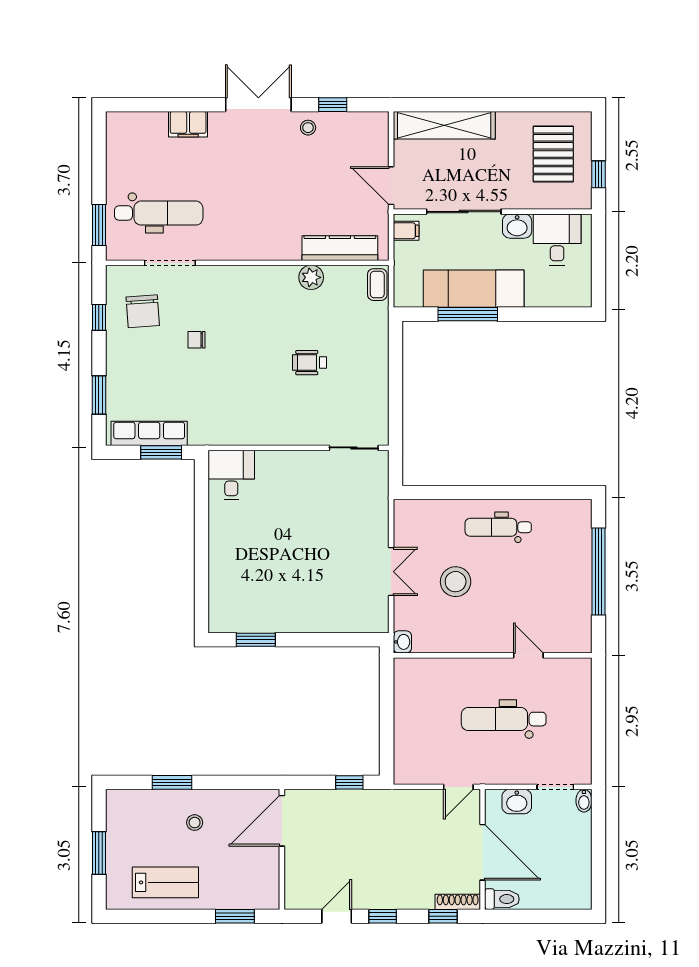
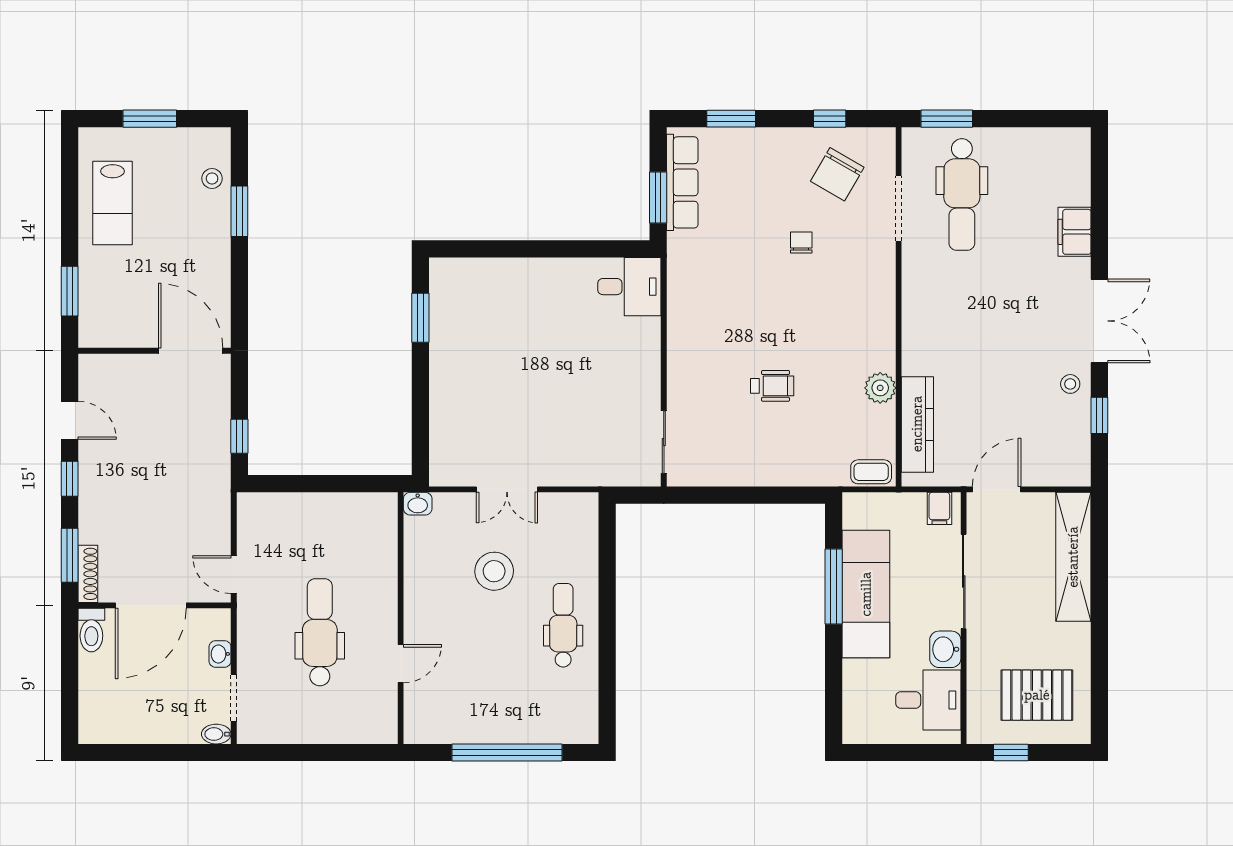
chair: (143, 311) -> (837, 174), turned -56
wheelchair: (310, 363) -> (772, 386), turned 90
washbasin: (517, 802) -> (220, 654), width x0.72, depth x0.69
stool: (195, 823) -> (212, 178), moved
window: (443, 916) -> (70, 555), width x1.50

